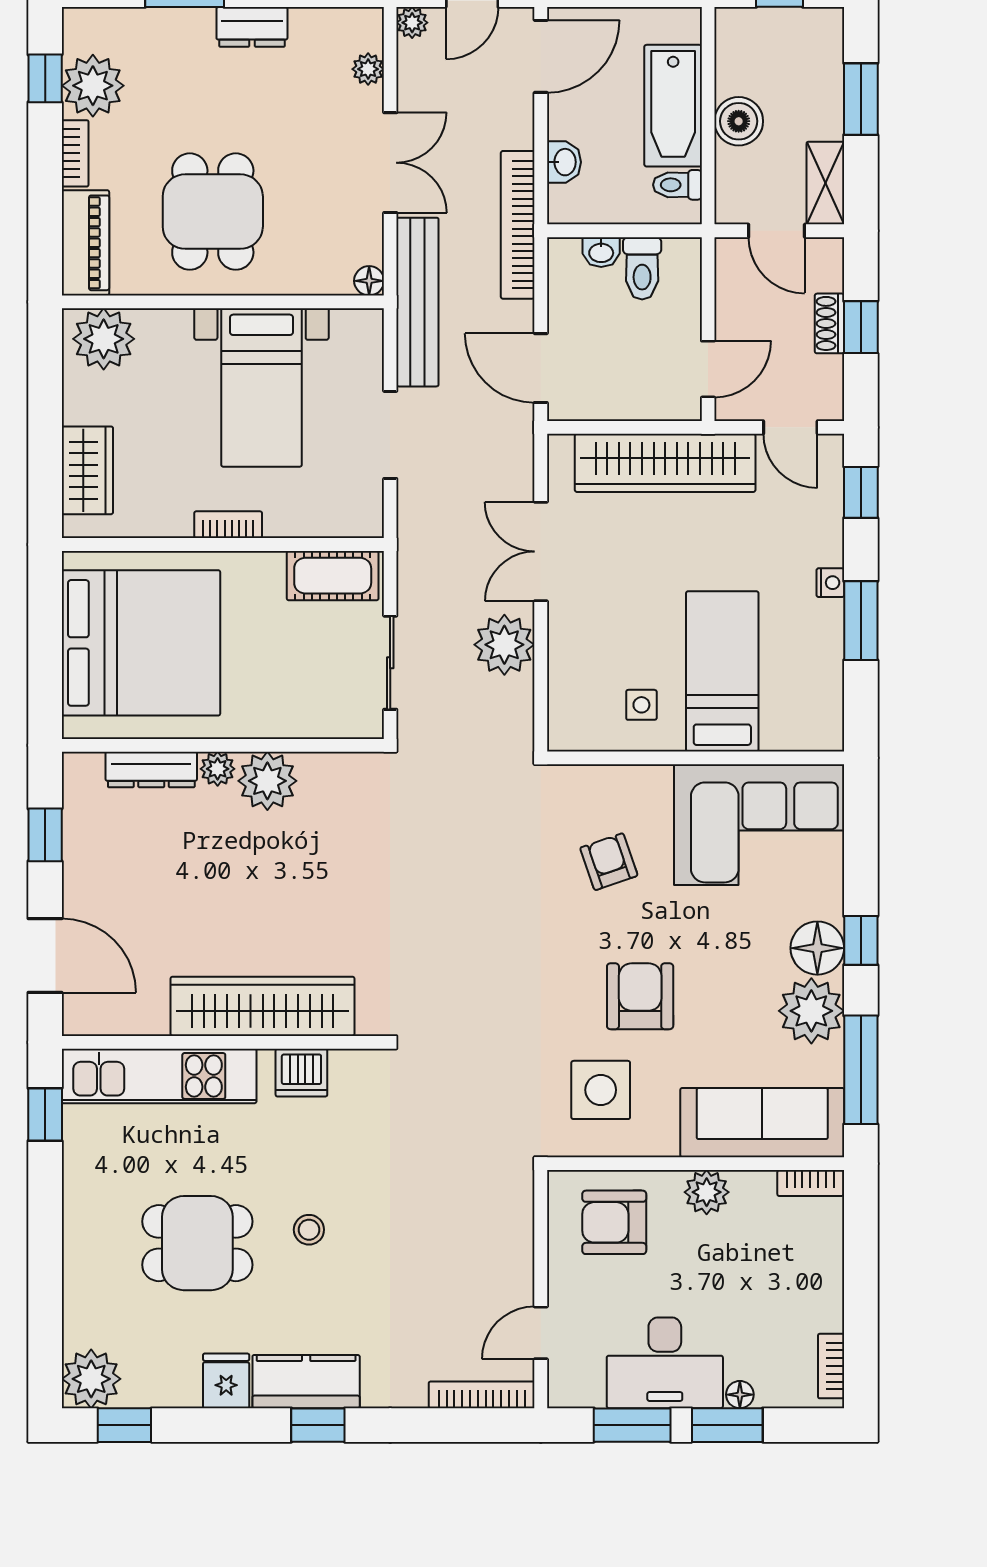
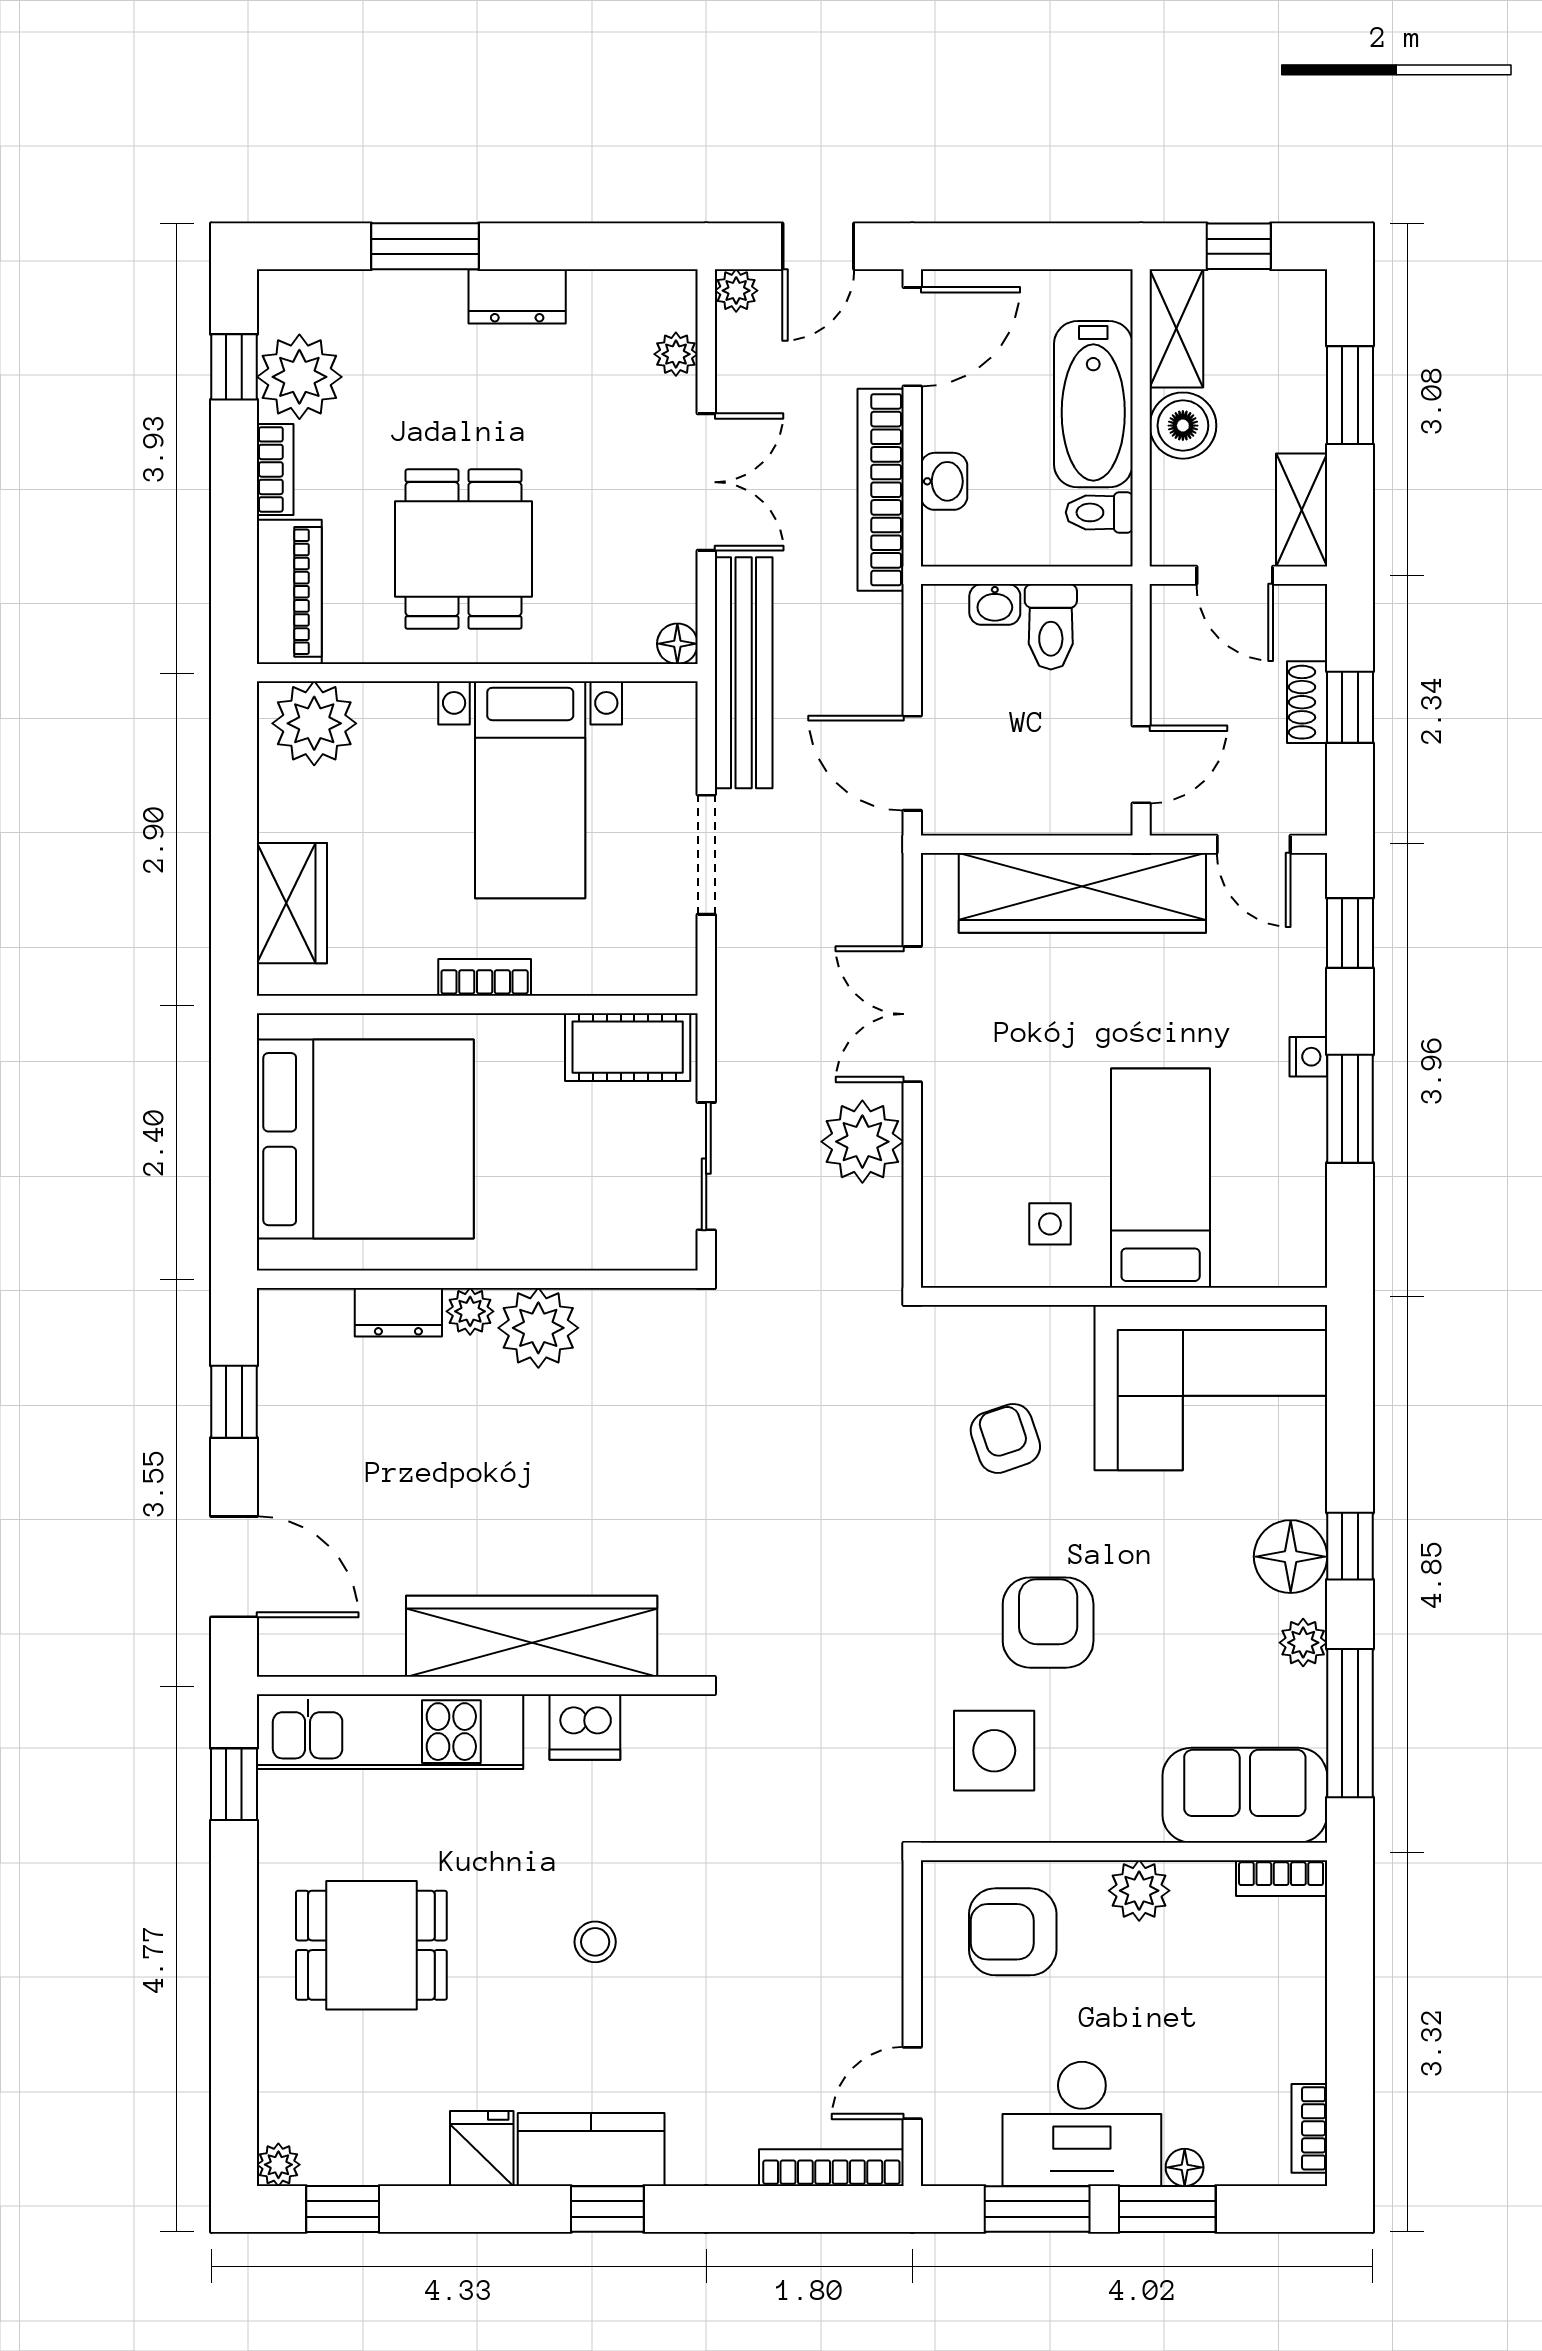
shelving: (734, 50) -> (1176, 328), added
bookcase: (518, 225) -> (881, 490), moved
dresser: (151, 769) -> (398, 1312), width x0.70
plant: (811, 1011) -> (1303, 1643), width x0.53, depth x0.53
sofa: (762, 1123) -> (1245, 1795), width x0.73
dining table: (197, 1243) -> (371, 1945), moved
plant: (91, 1379) -> (278, 2165), width x0.53, depth x0.53

